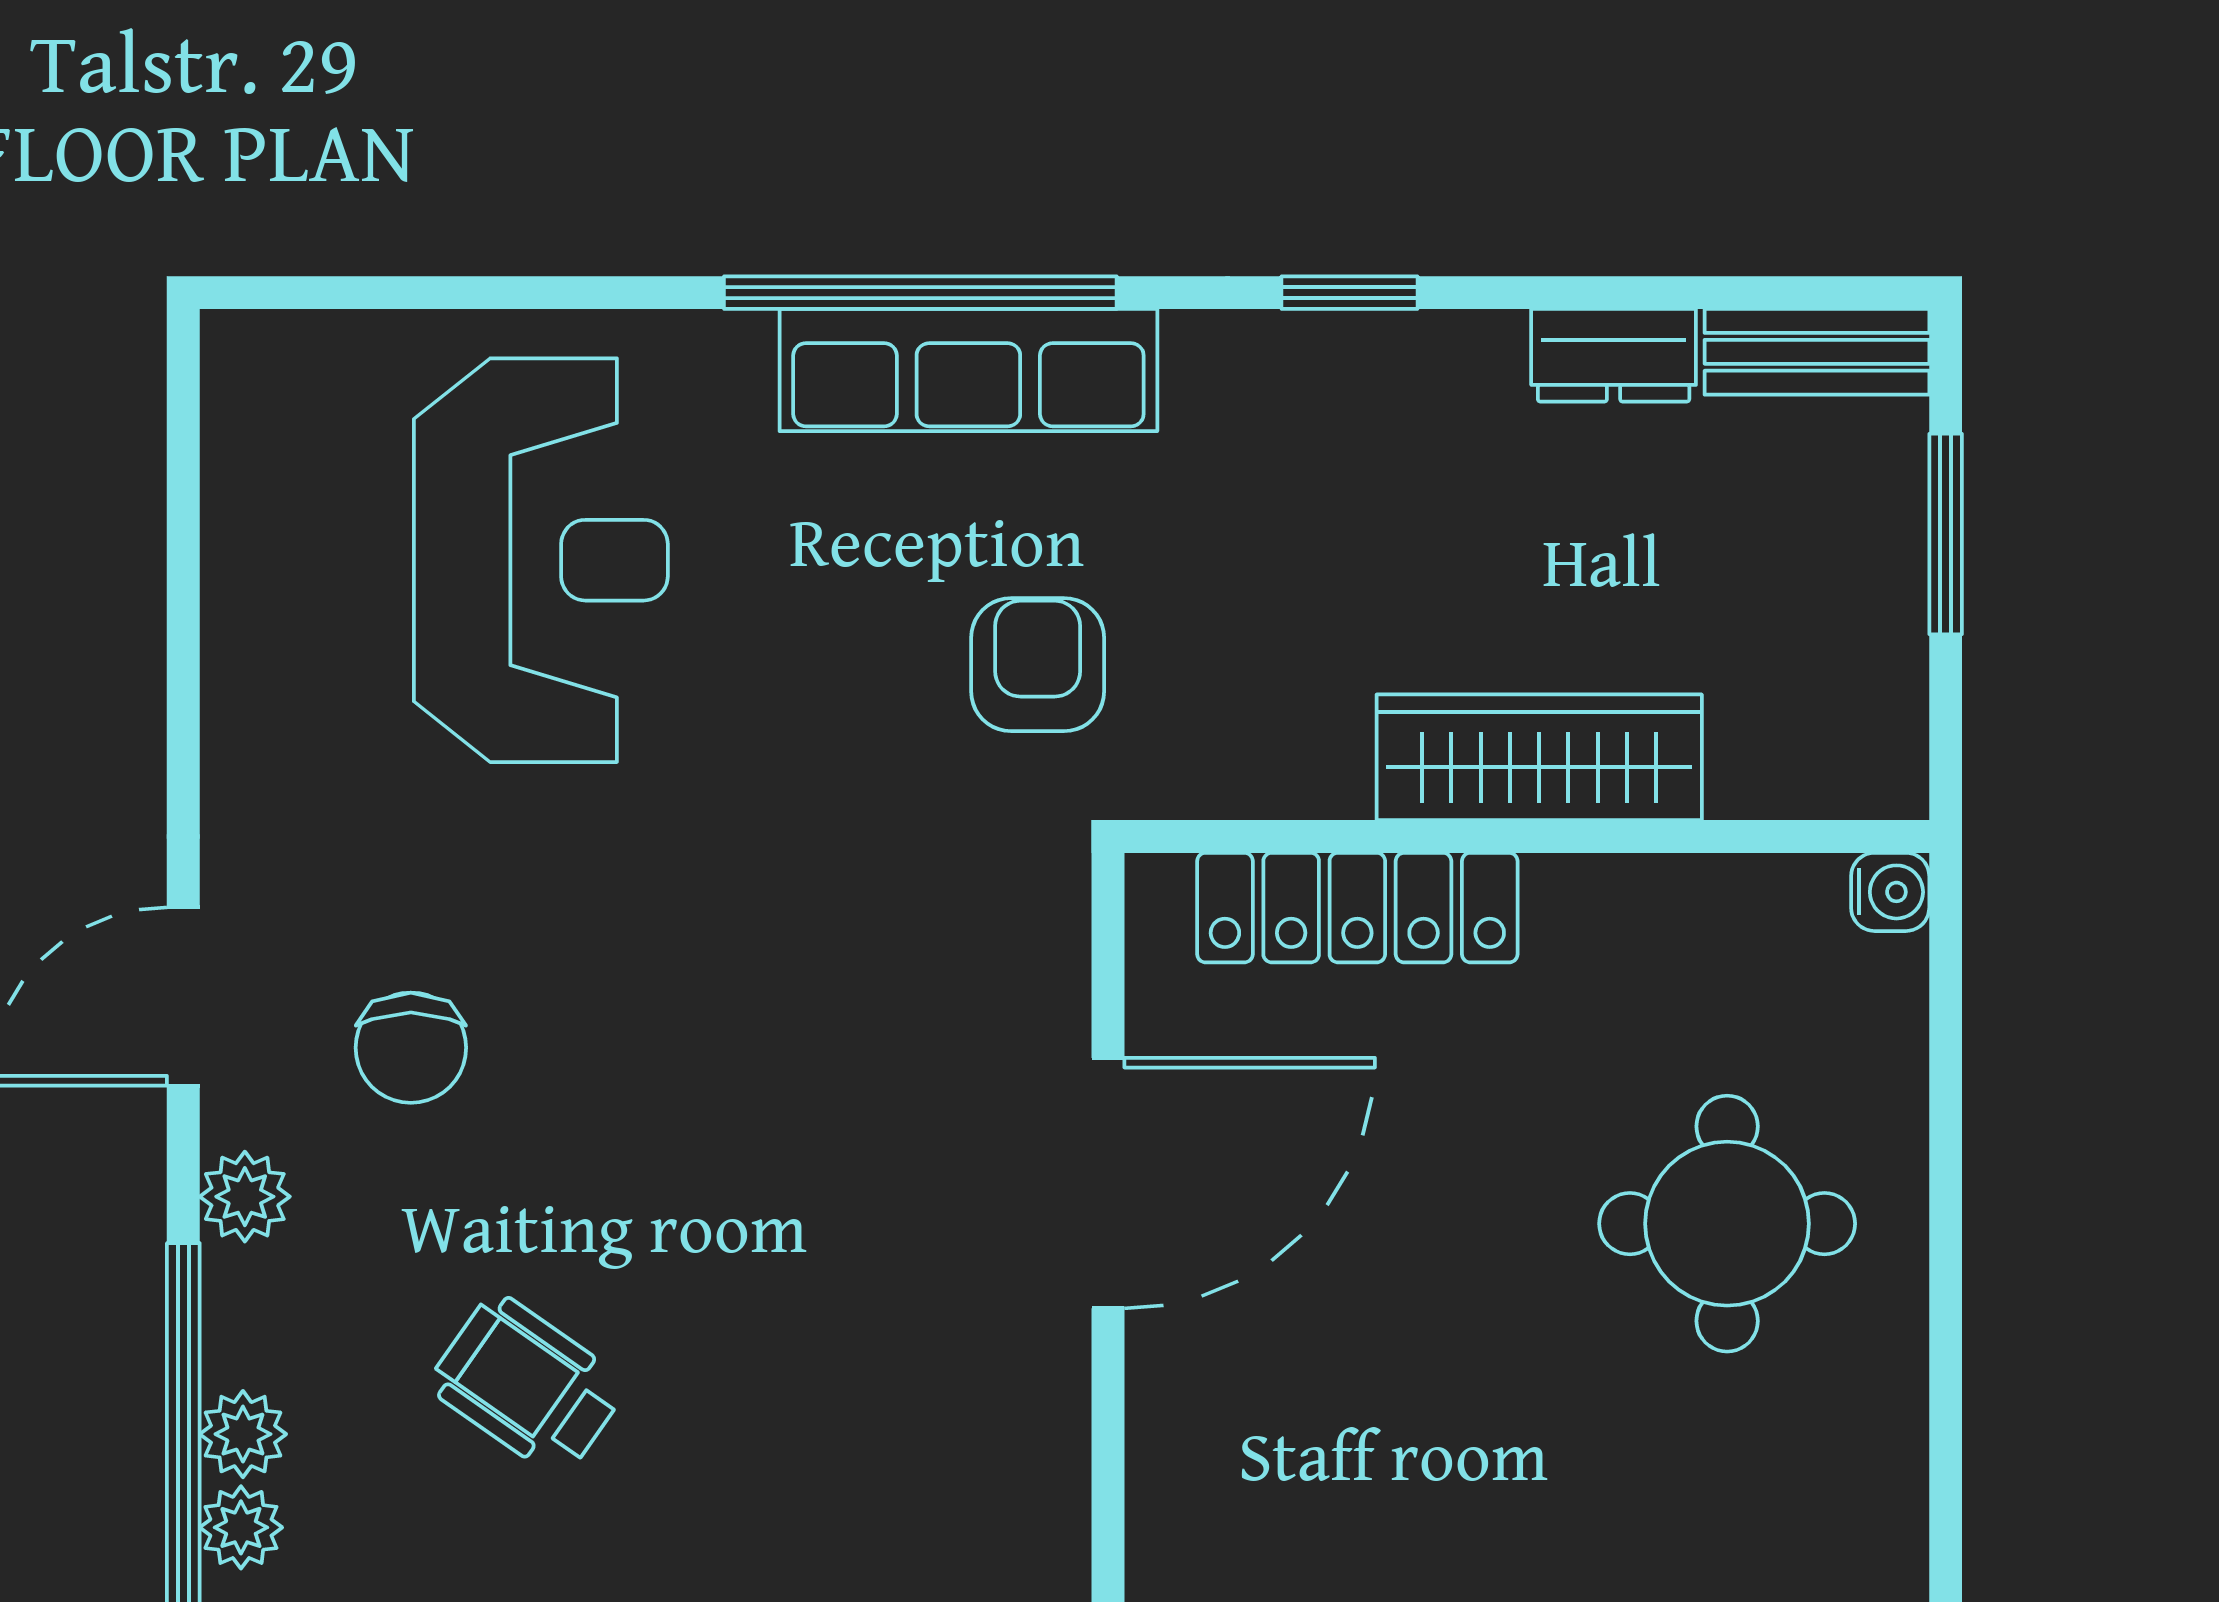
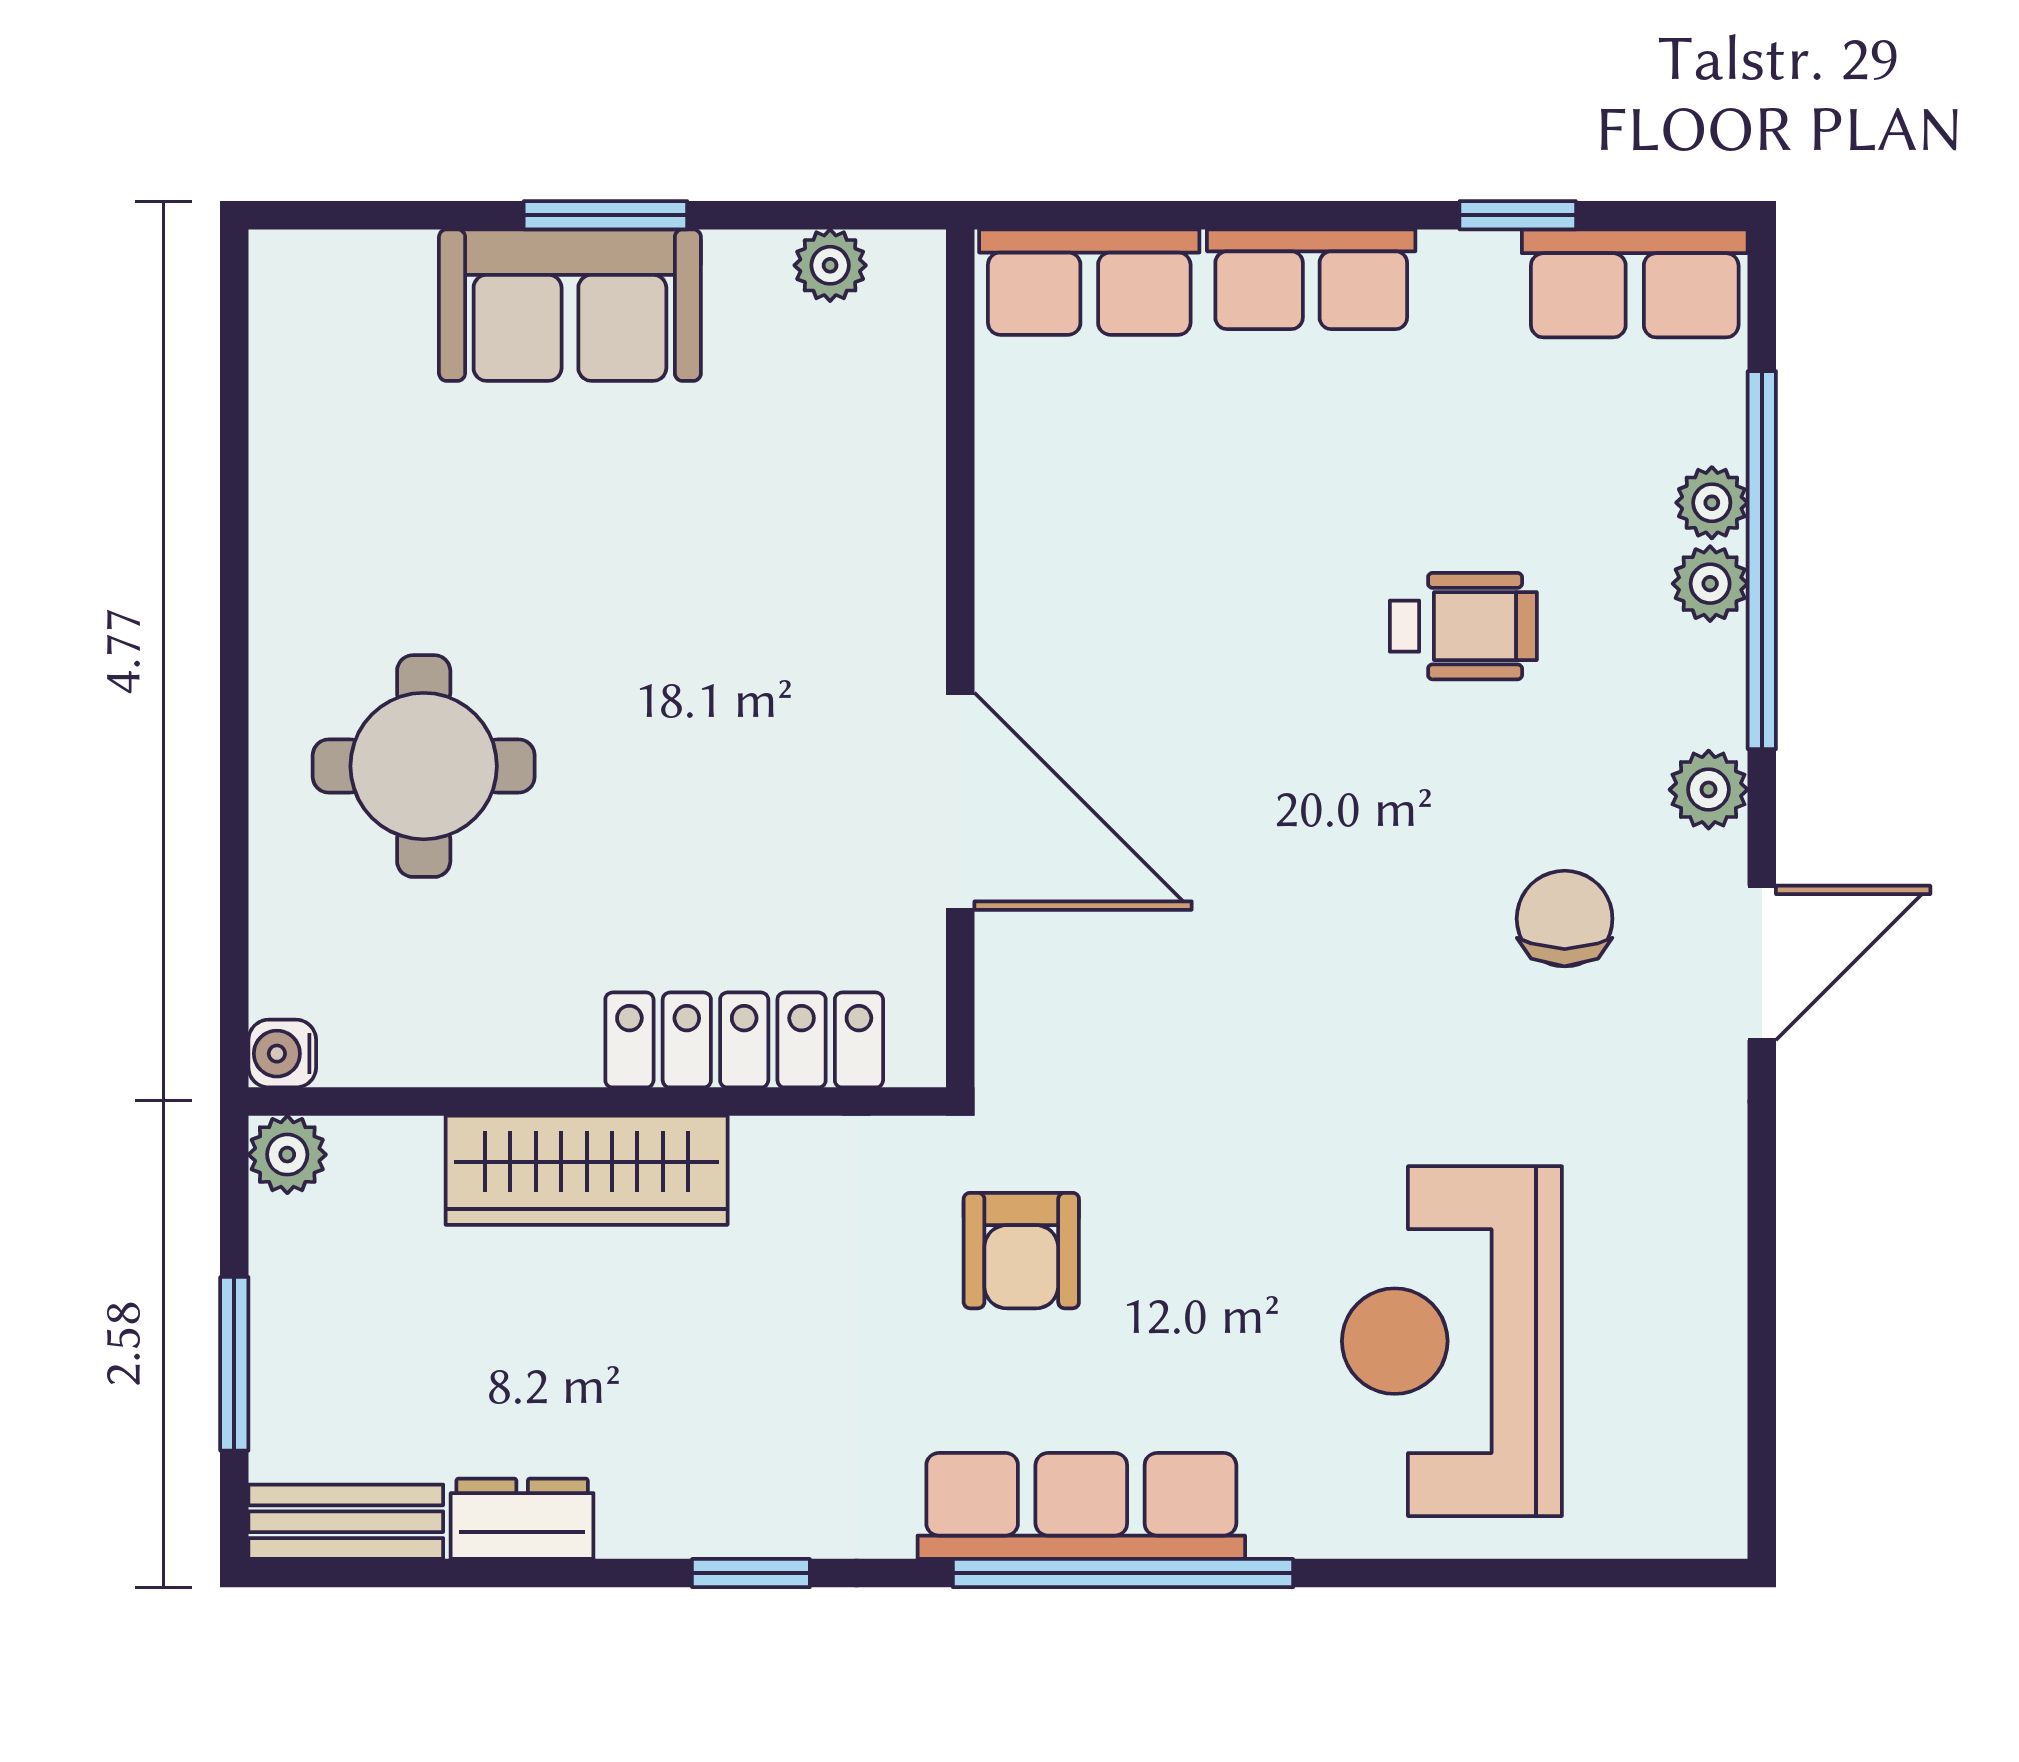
plant: (1884, 775) -> (287, 1155), added
door: (1108, 1183) -> (960, 801), swing flipped
wheelchair: (528, 1385) -> (1463, 626), turned -35

